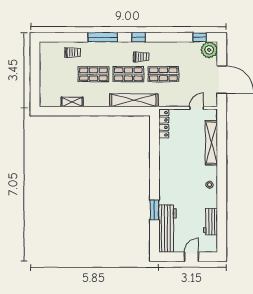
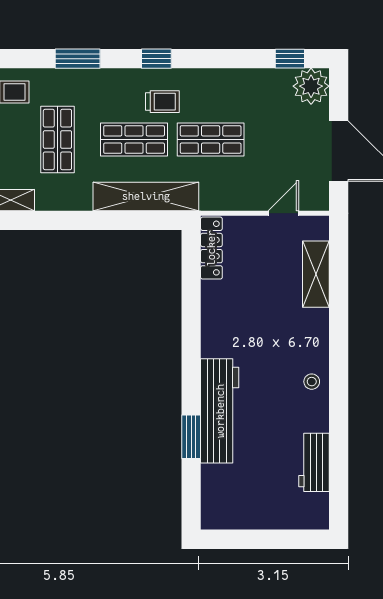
window: (103, 37) -> (78, 59), width x0.69
shop shelf: (93, 74) -> (57, 140), turned 90
shelving: (211, 143) -> (316, 274), width x0.68
workbench: (168, 229) -> (220, 411), moved
door: (191, 257) -> (272, 539), removed

